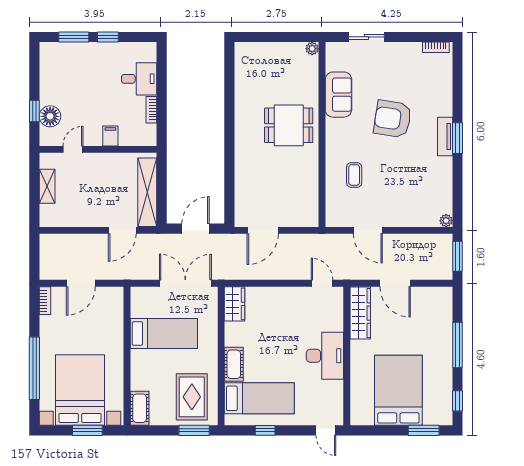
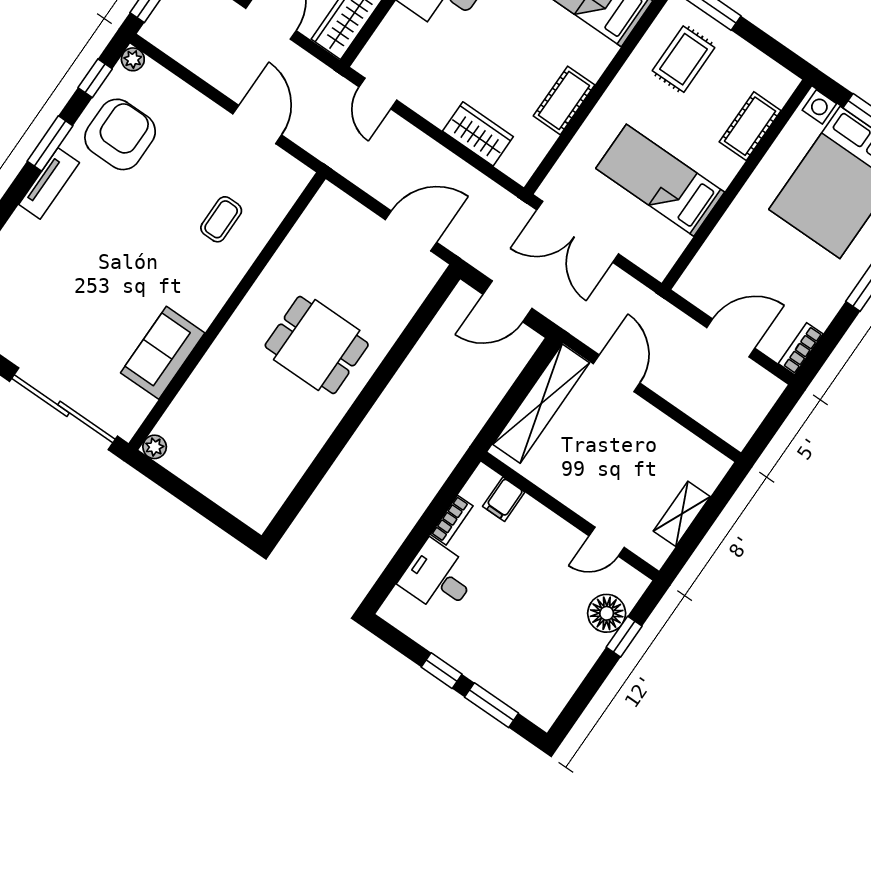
sliding door: (366, 37) -> (63, 409), width x1.86
armchair: (393, 119) -> (120, 134), moved, turned -99
dining table: (289, 125) -> (317, 345), moved
filing cabinet: (110, 136) -> (504, 499), moved
window: (458, 138) -> (50, 143), moved
window: (458, 200) -> (95, 78), added
door: (122, 230) -> (617, 373), hinge flipped
wardrobe: (235, 304) -> (478, 134), moved, turned 90
cot: (234, 364) -> (564, 100), moved
rug: (192, 397) -> (684, 59), width x0.73, depth x0.70
cot: (140, 408) -> (750, 126), moved

